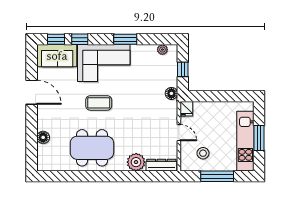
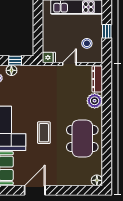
floor lamp: (171, 93) -> (11, 70), moved
floor lamp: (43, 137) -> (97, 180), moved
window: (217, 176) -> (107, 31), width x0.46

